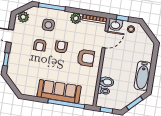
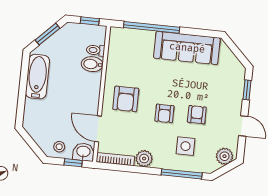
door: (105, 39) -> (98, 129), hinge flipped
armchair: (86, 58) -> (126, 99), turned -90
sofa: (59, 91) -> (187, 48), moved

